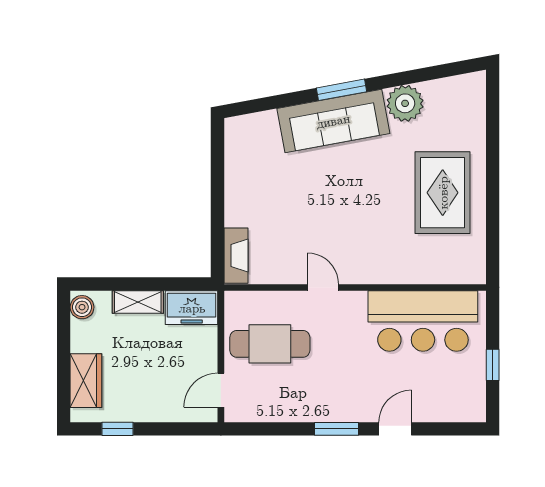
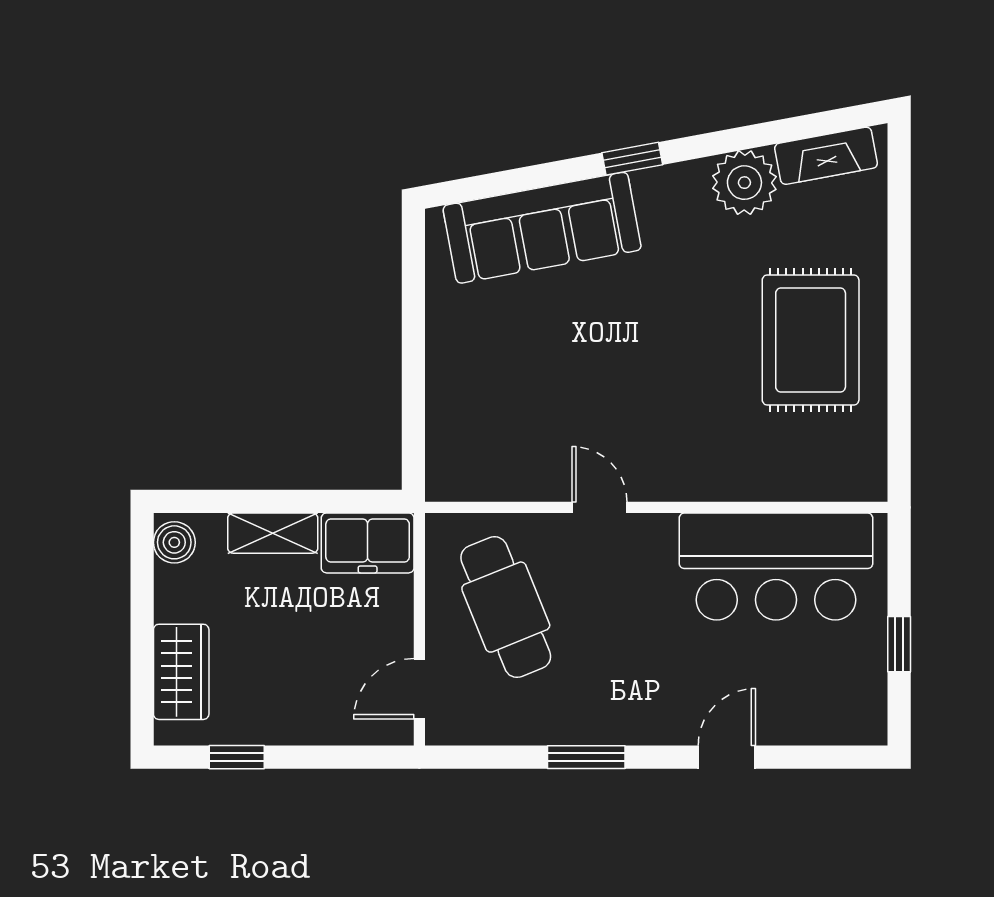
window: (342, 90) -> (632, 159), width x0.67
sofa: (333, 121) -> (542, 228), moved
fireplace: (236, 256) -> (826, 156), moved, turned 79
cafe table: (270, 344) -> (506, 607), turned 68
window: (336, 429) -> (586, 757), moved

